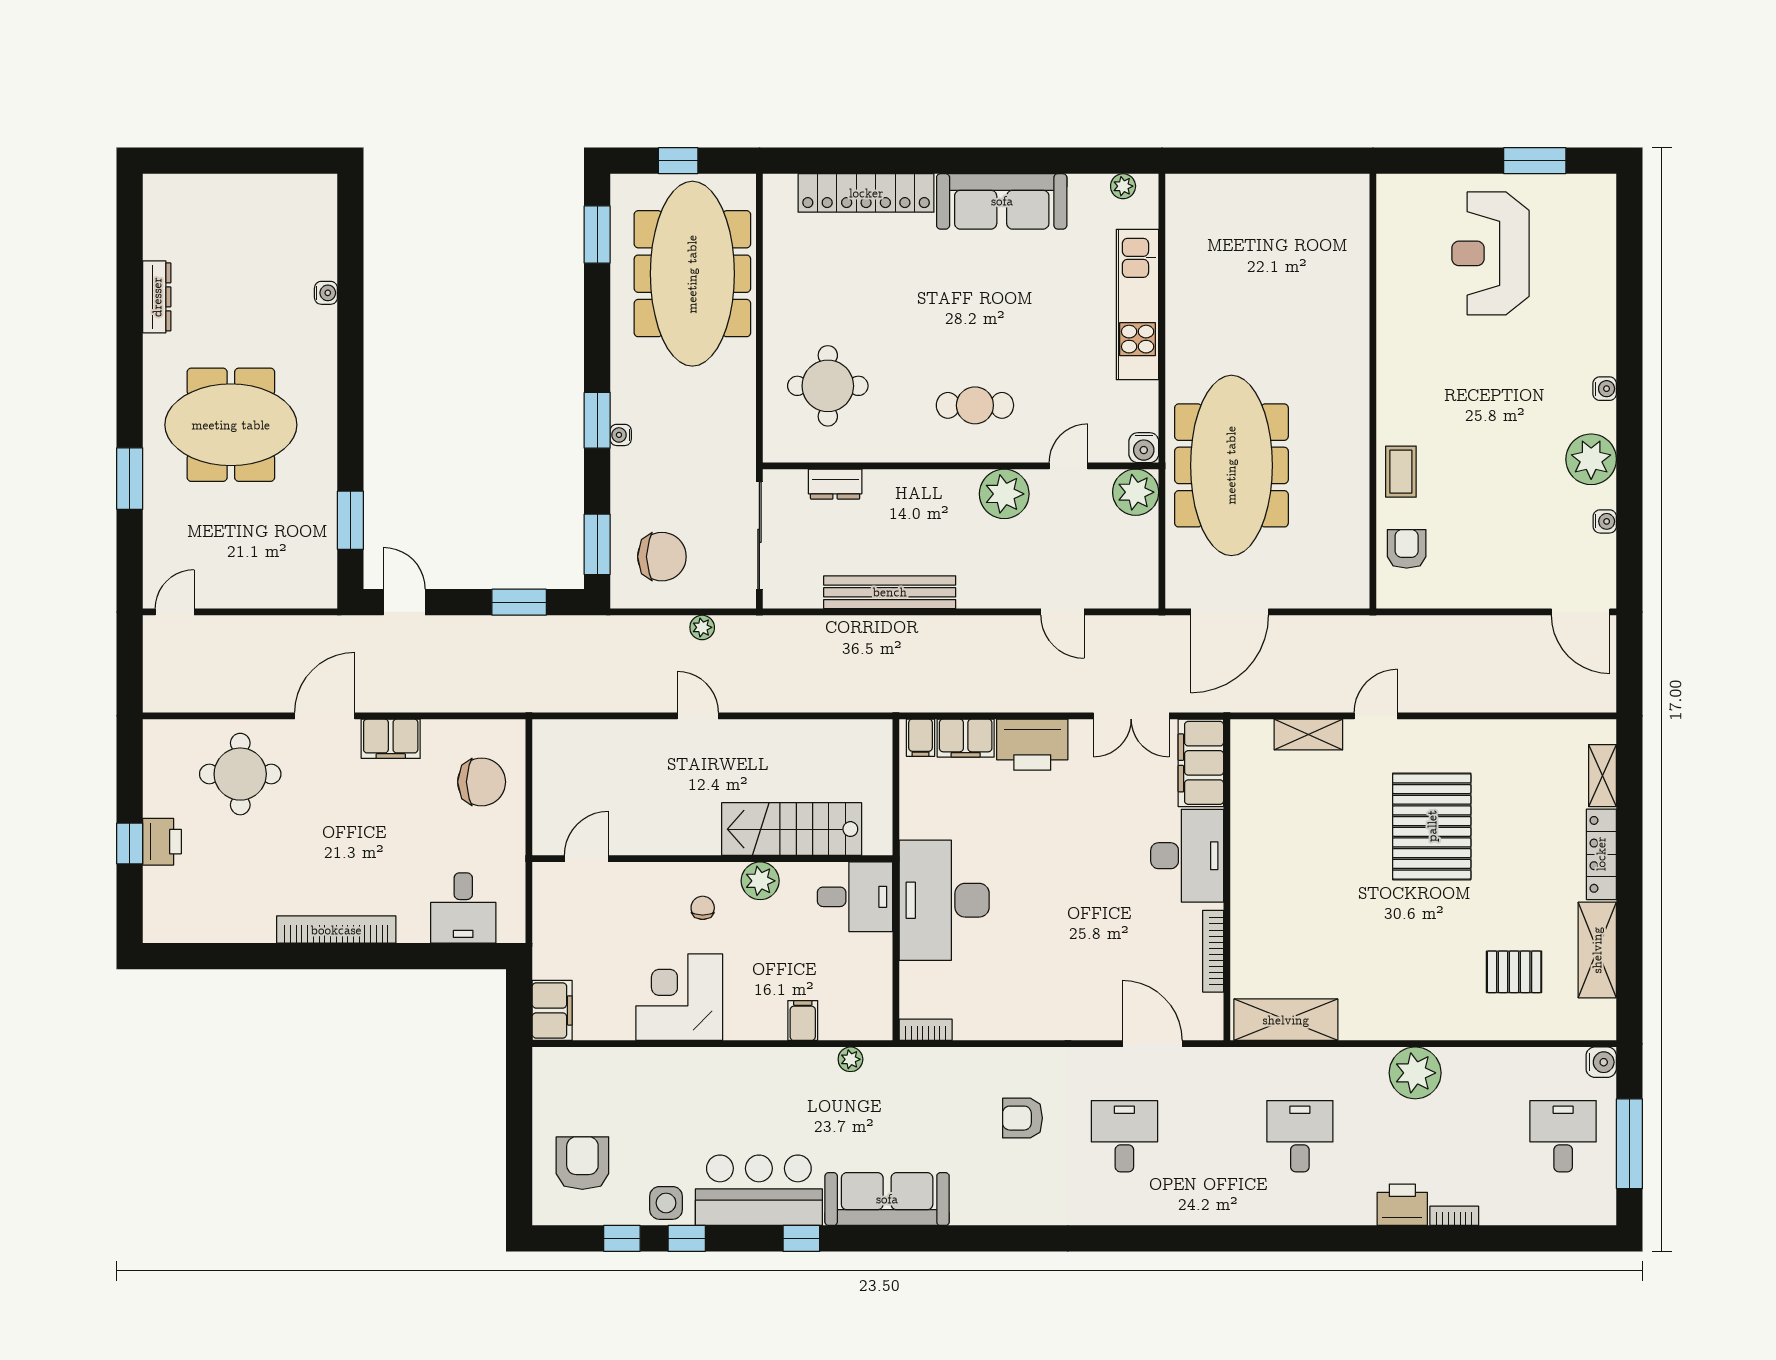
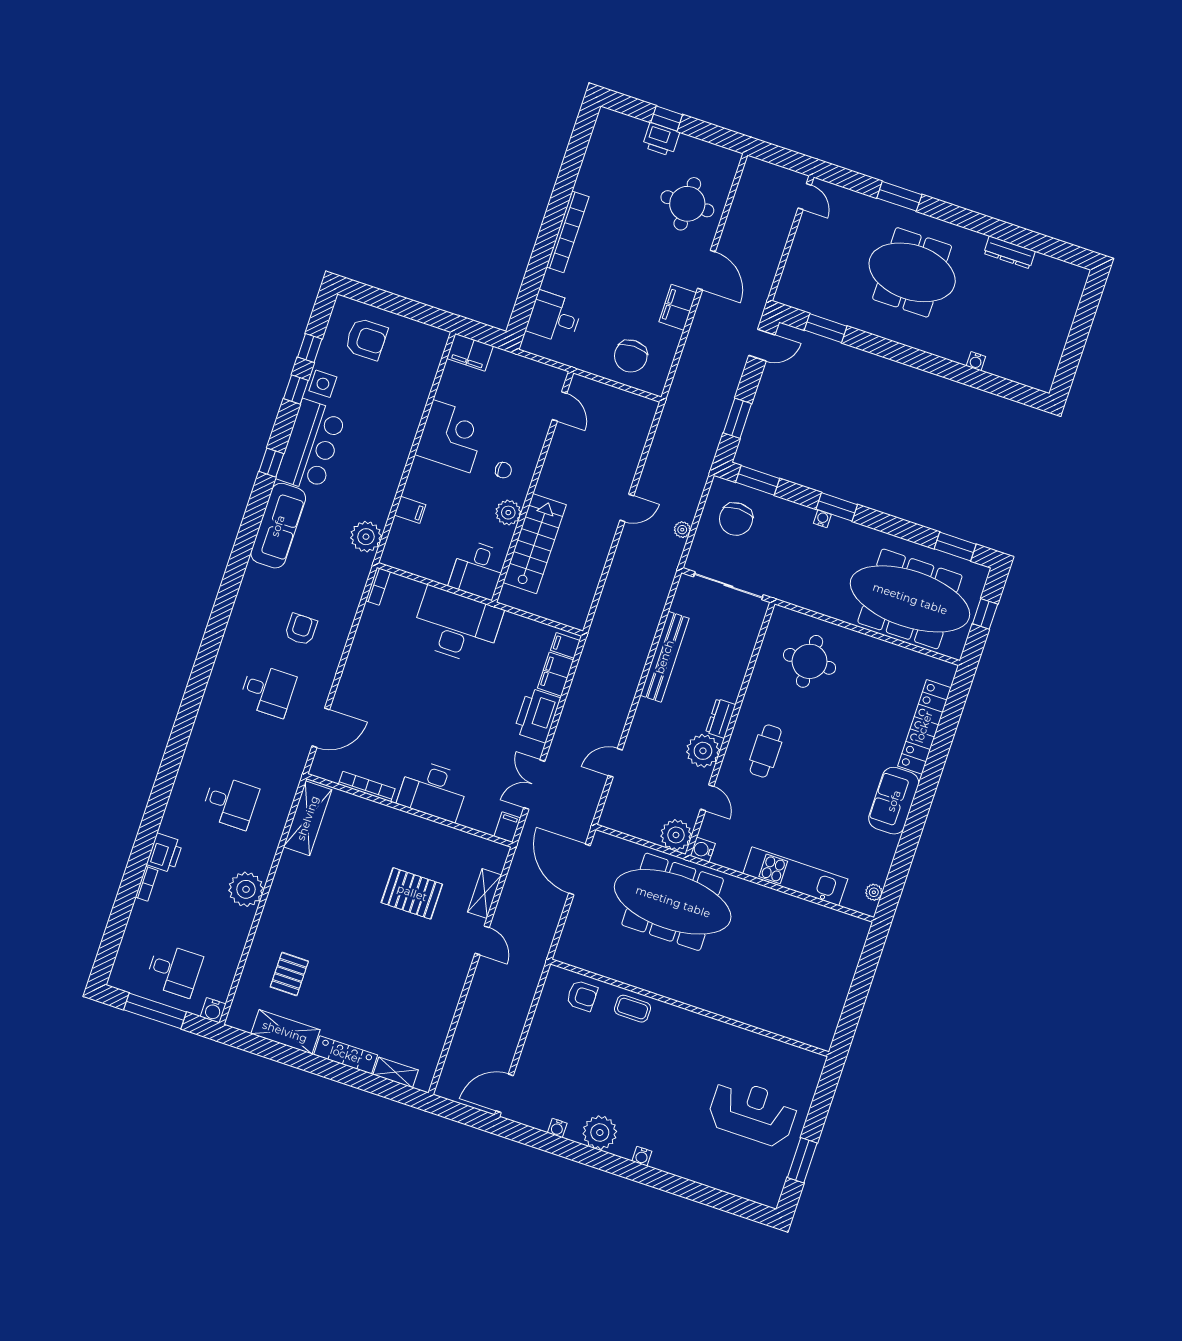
sofa: (1002, 201) -> (894, 801), width x0.73
meeting table: (231, 425) -> (912, 272), turned 90
dresser: (835, 484) -> (721, 718), moved
filing cabinet: (1201, 763) -> (507, 827), width x0.33, depth x0.86
pallet: (1432, 826) -> (412, 893), moved, width x0.73, depth x0.71
plant: (850, 1059) -> (366, 537), width x1.88, depth x1.88

